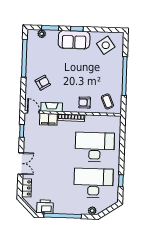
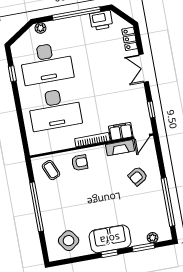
door: (33, 112) -> (142, 137), hinge flipped

